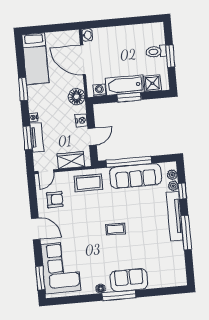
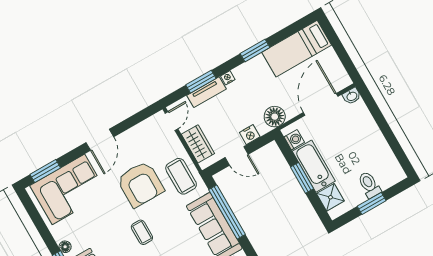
door: (46, 172) -> (171, 121), swing flipped
armchair: (55, 200) -> (140, 184), moved, width x1.88, depth x1.88

